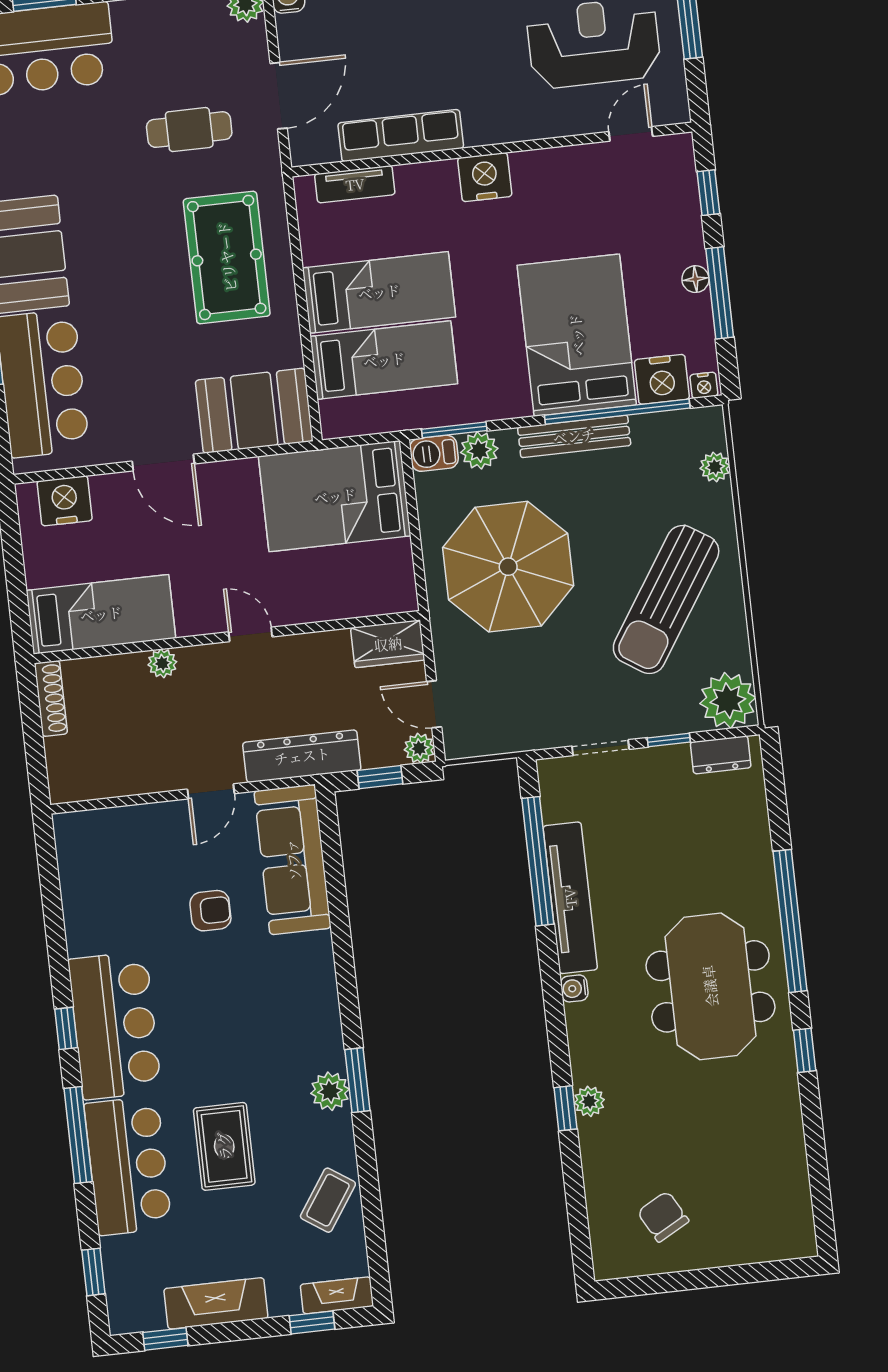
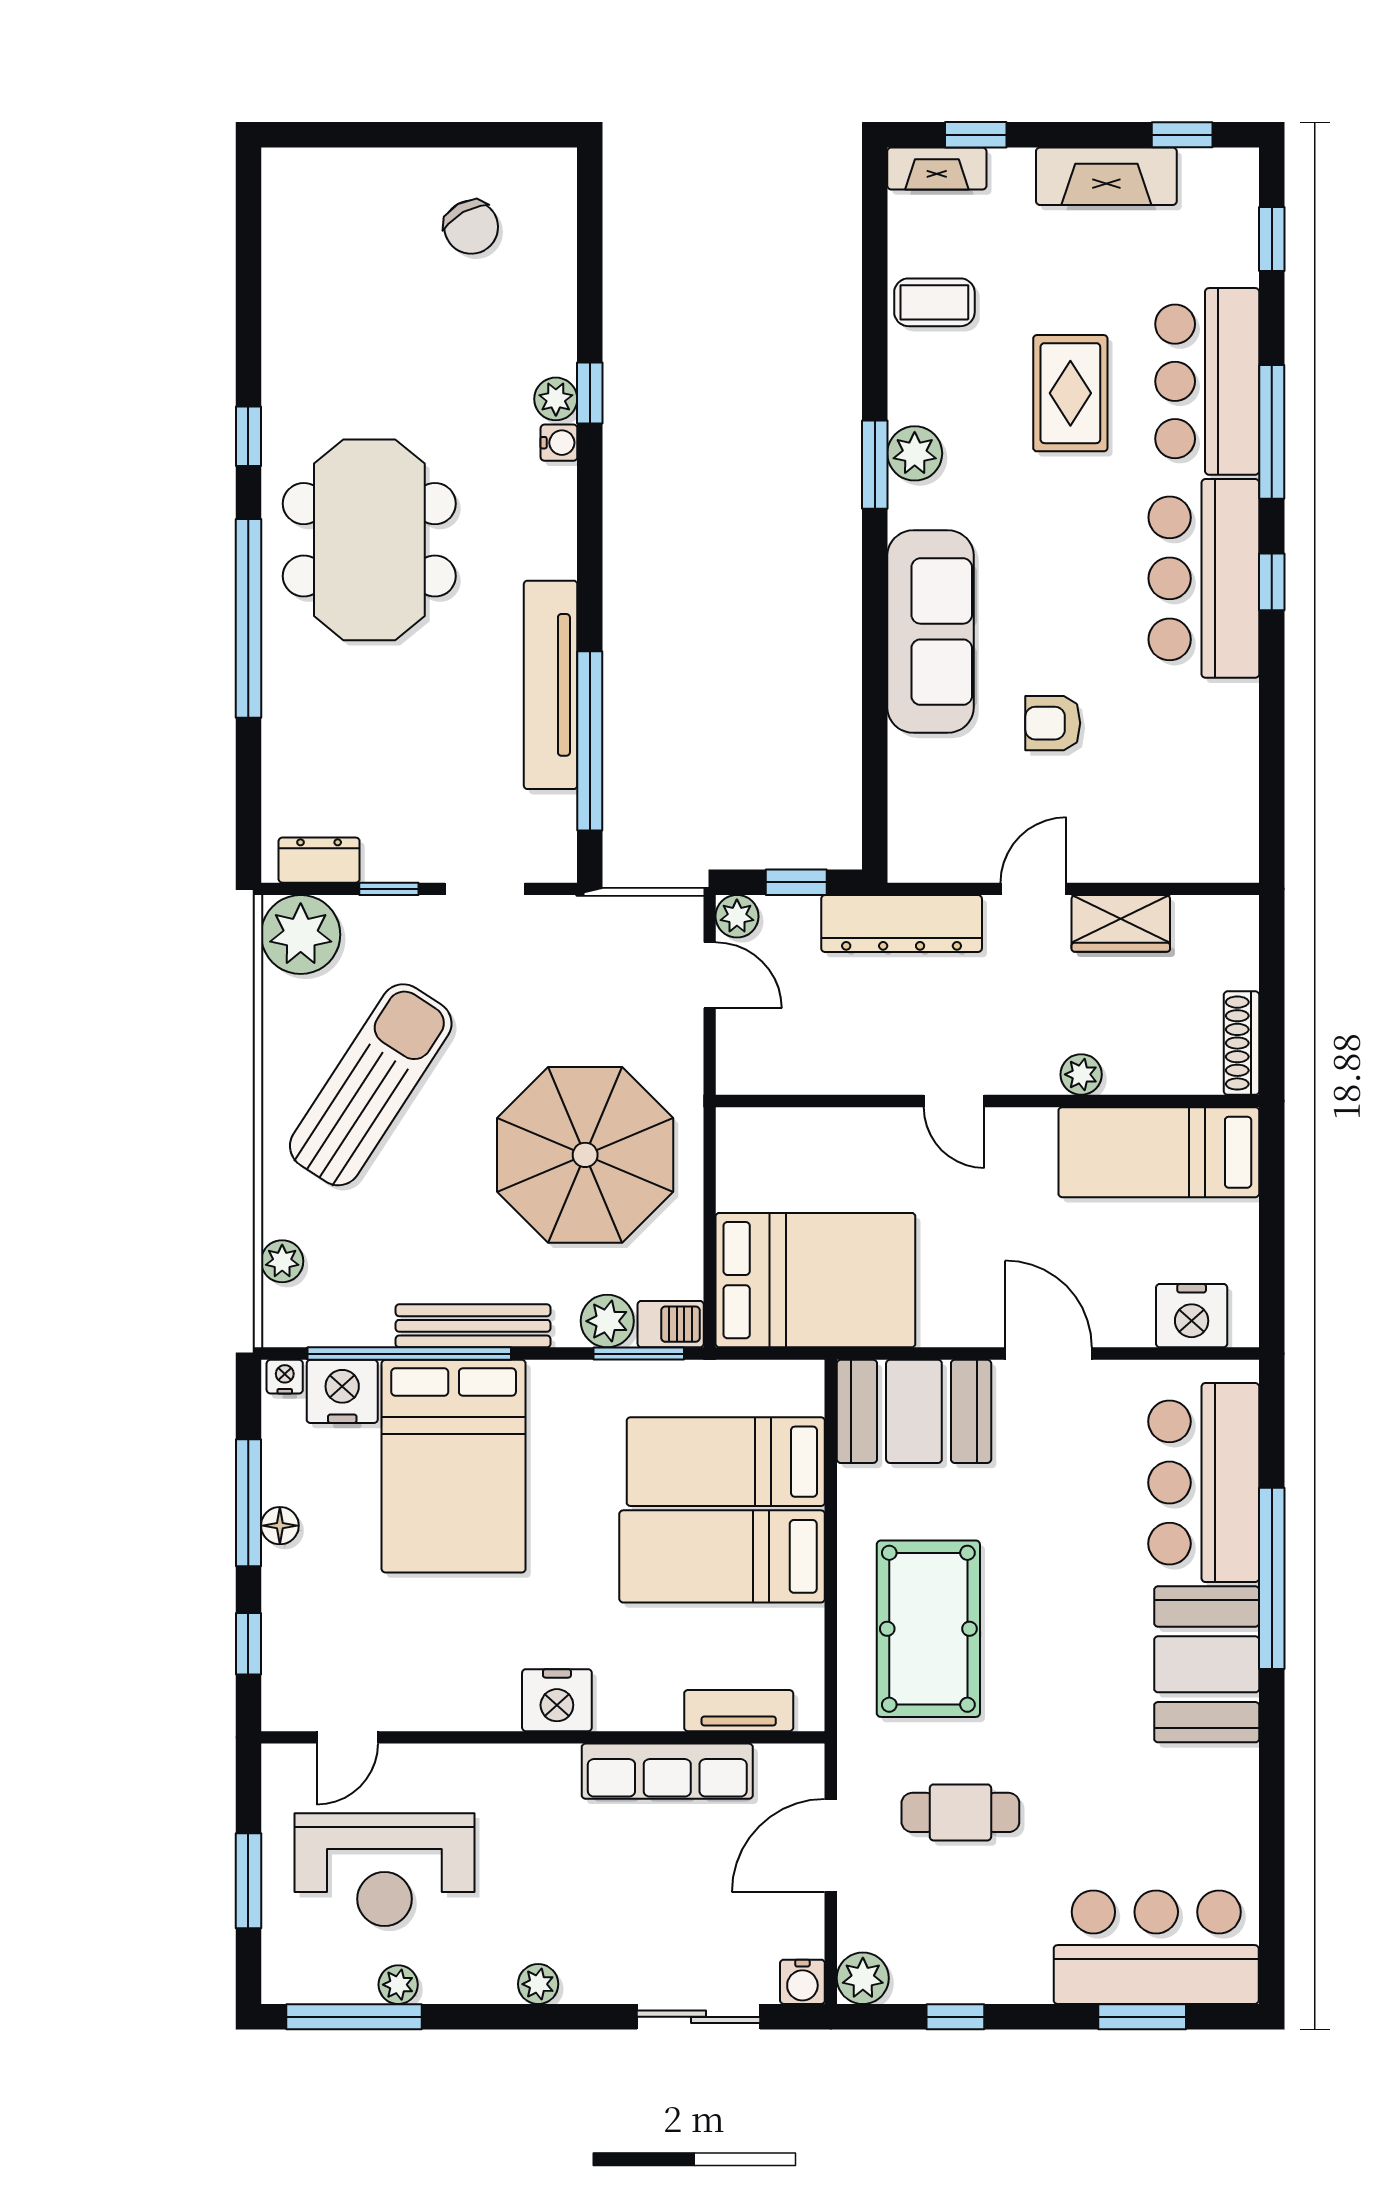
wardrobe: (388, 644) -> (1121, 923), moved, turned 180
sofa: (293, 860) -> (930, 632), moved
water cooler: (574, 988) -> (559, 443), moved
coffee table: (328, 1200) -> (934, 302), turned 56

